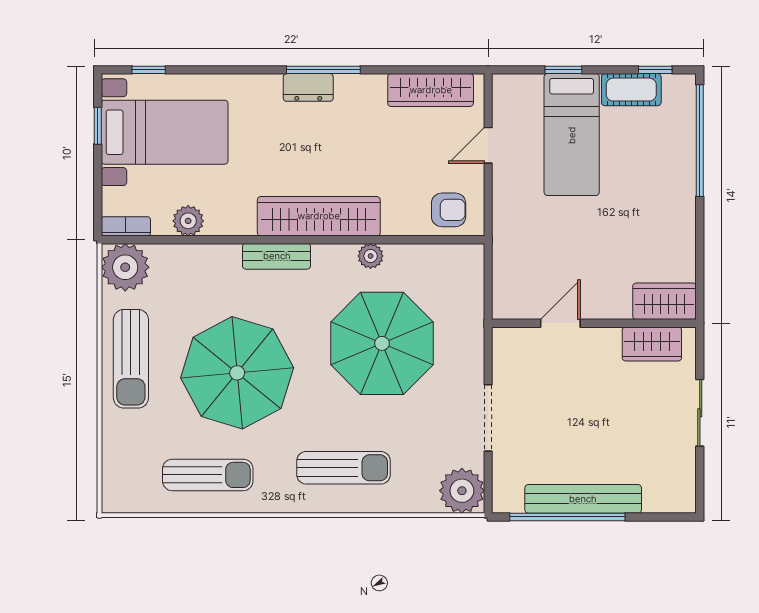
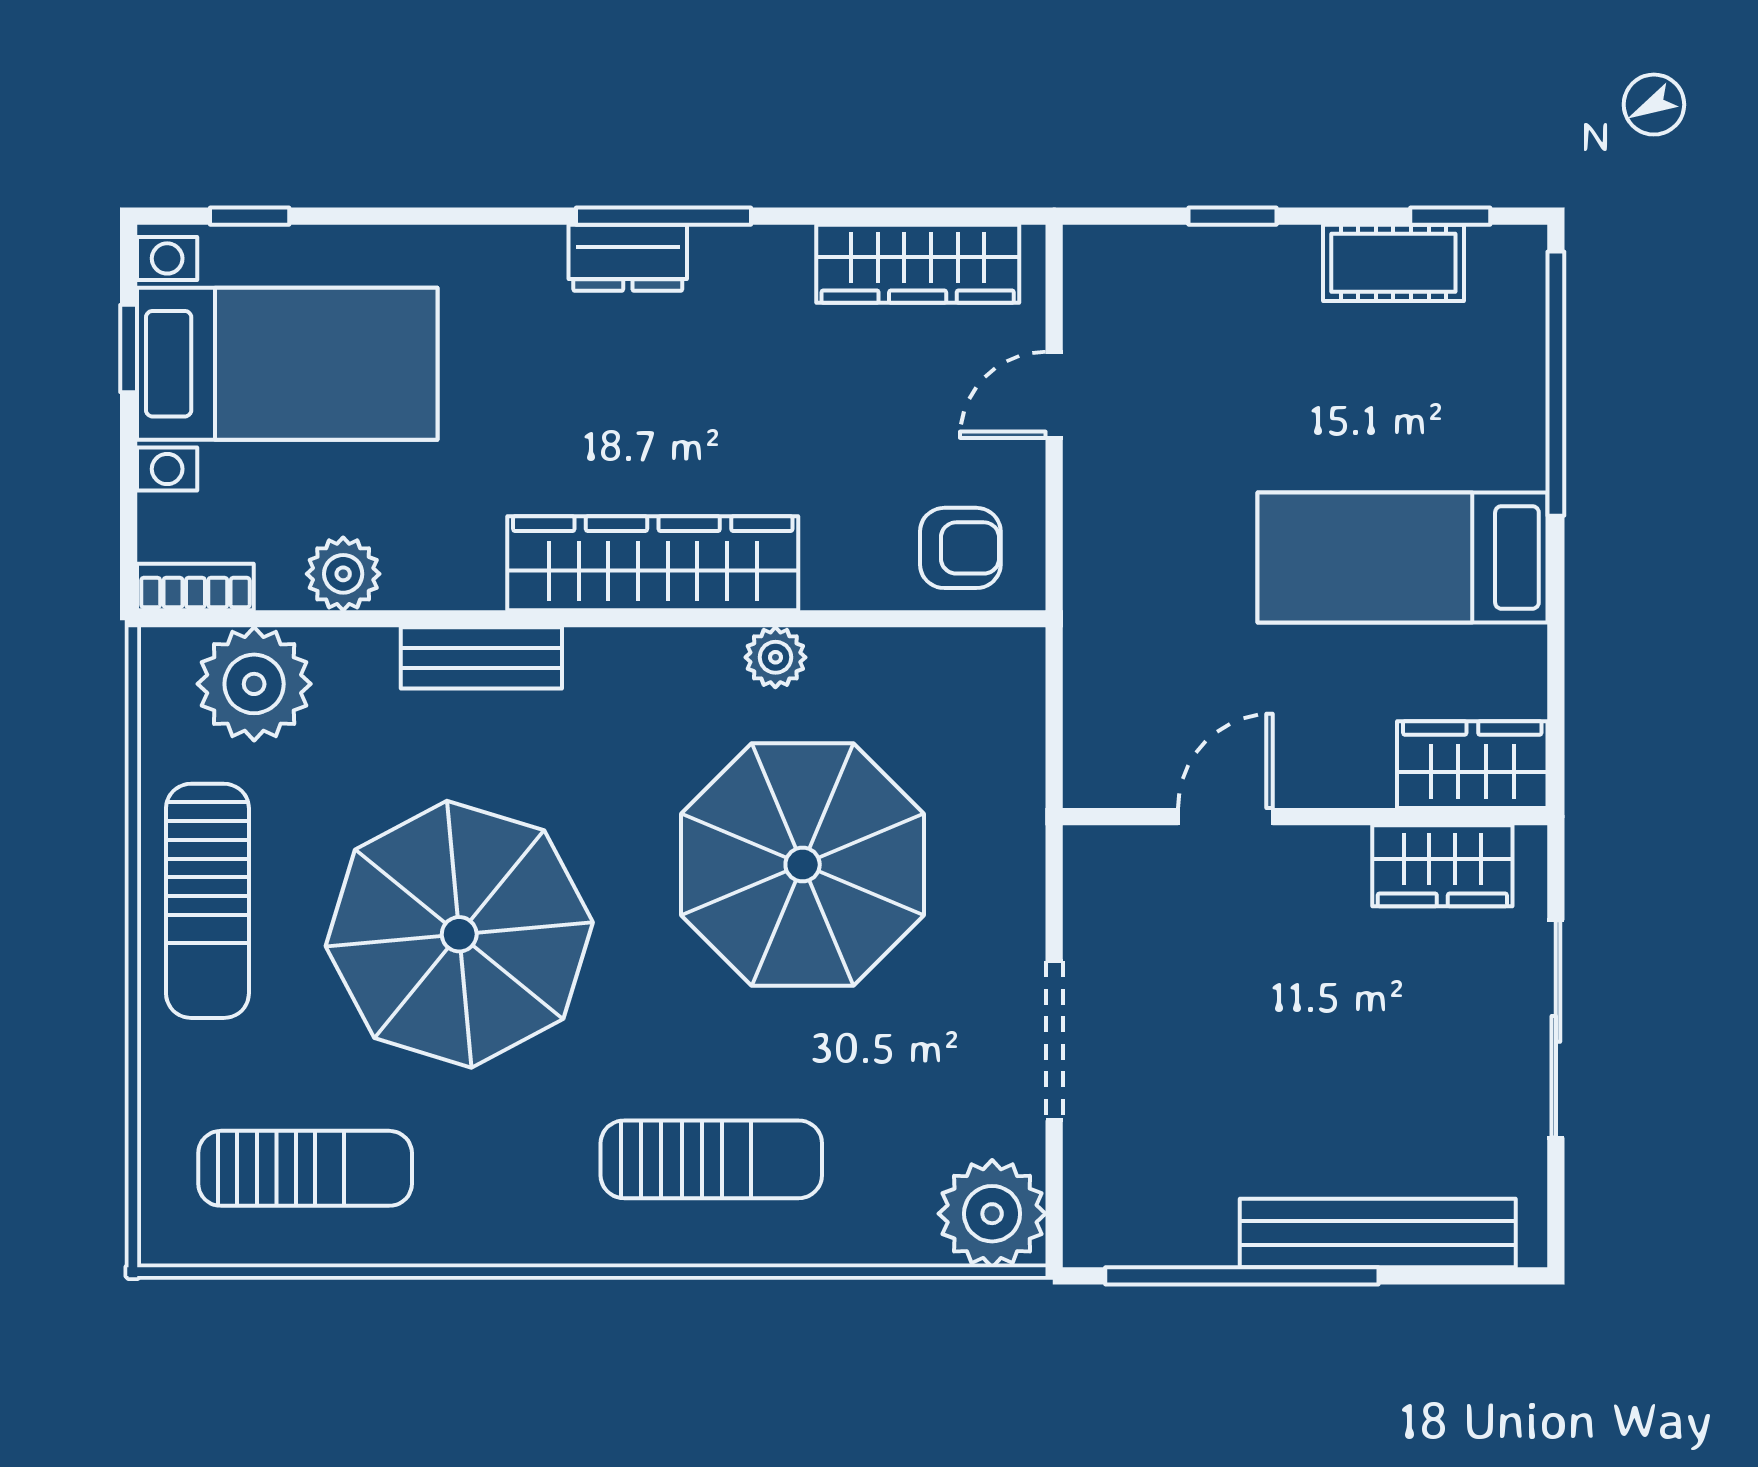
bed: (572, 135) -> (1402, 557), moved, turned 90
bench: (277, 256) -> (481, 658), moved
plant: (125, 267) -> (254, 684), moved
sliding door: (700, 413) -> (1556, 1029), width x1.37
sun lounger: (208, 475) -> (305, 1168), moved
bench: (583, 499) -> (1378, 1233), moved

